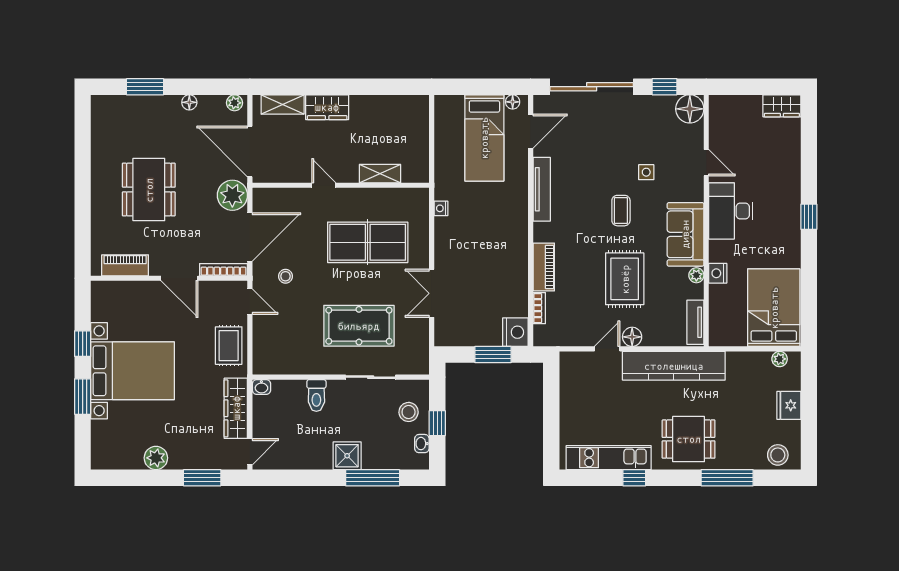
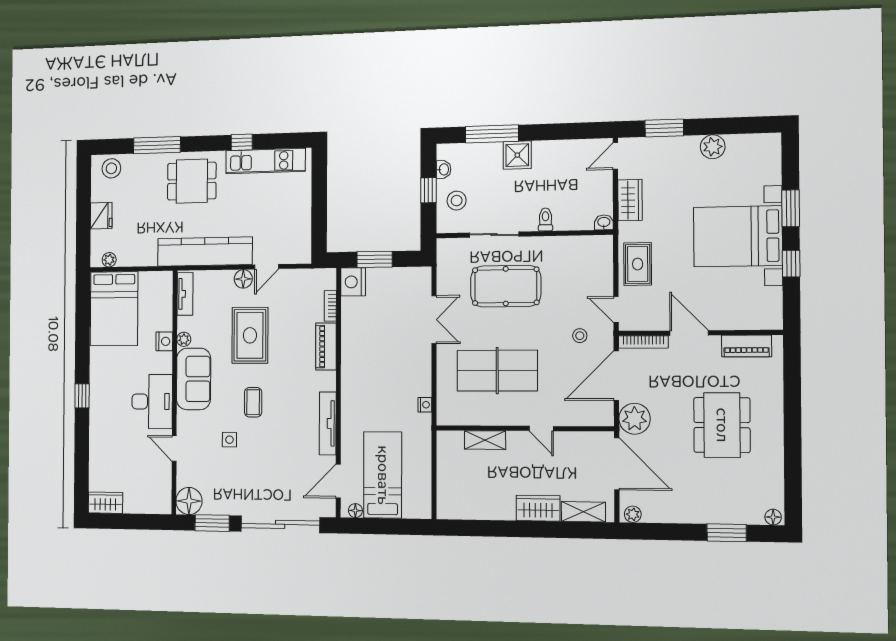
window: (665, 87) -> (212, 523), width x1.50
floor lamp: (189, 102) -> (773, 517), moved
toilet: (316, 395) -> (545, 220), width x0.73, depth x0.72
wardrobe: (236, 408) -> (630, 200), width x0.67

